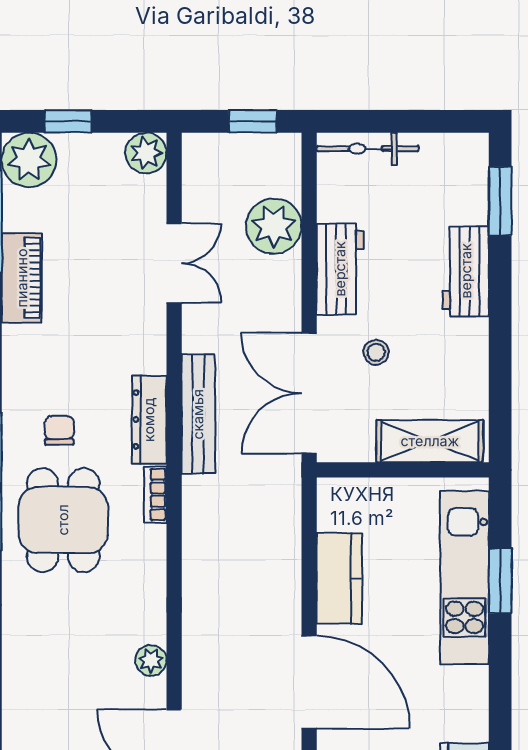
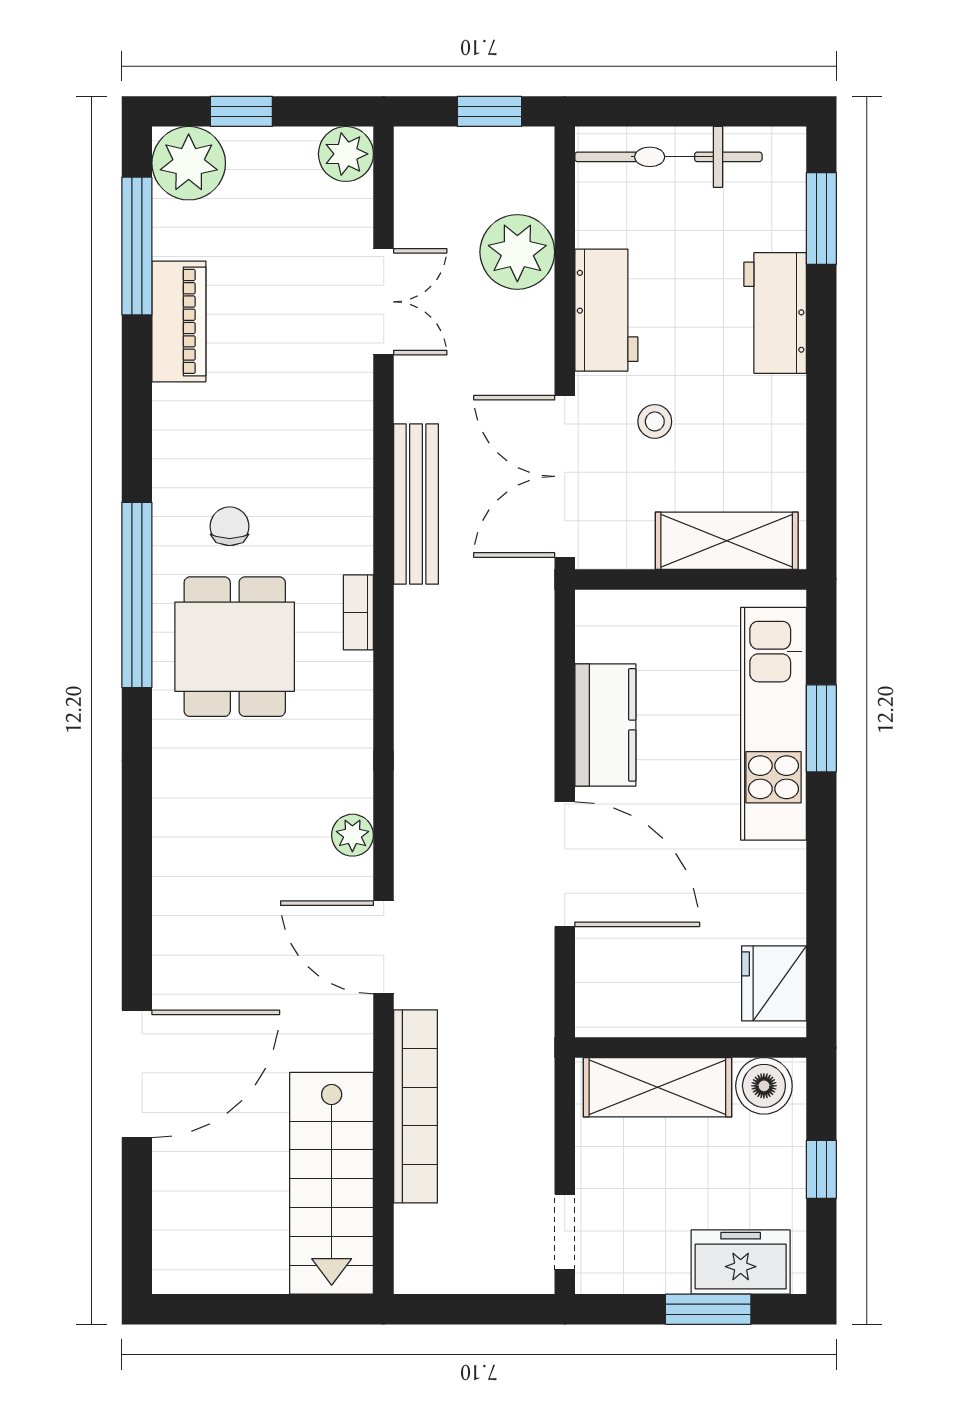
bicycle: (368, 149) -> (668, 157), width x1.37, depth x1.40
dresser: (149, 420) -> (350, 512), removed

